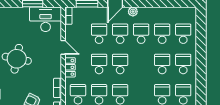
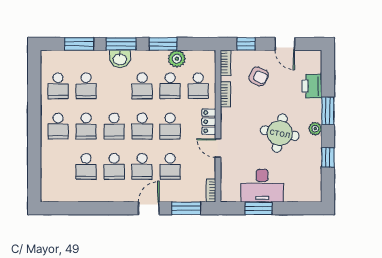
plant: (133, 12) -> (125, 196), removed
desk: (46, 19) -> (262, 186), moved
school desk: (183, 34) -> (114, 126), moved

